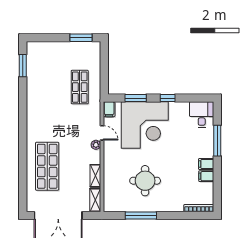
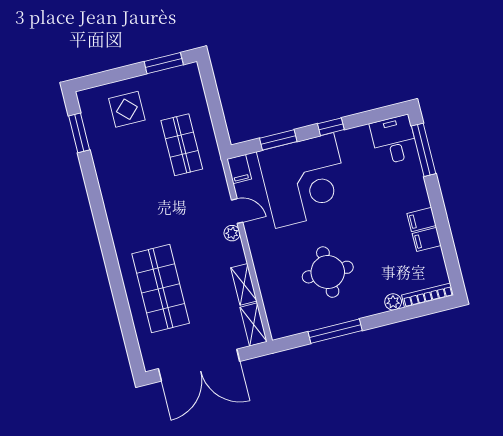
display table: (53, 59) -> (127, 109), added
window: (217, 141) -> (424, 150), moved
plant: (178, 207) -> (393, 302), added

